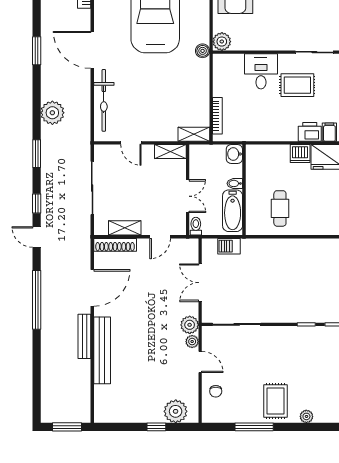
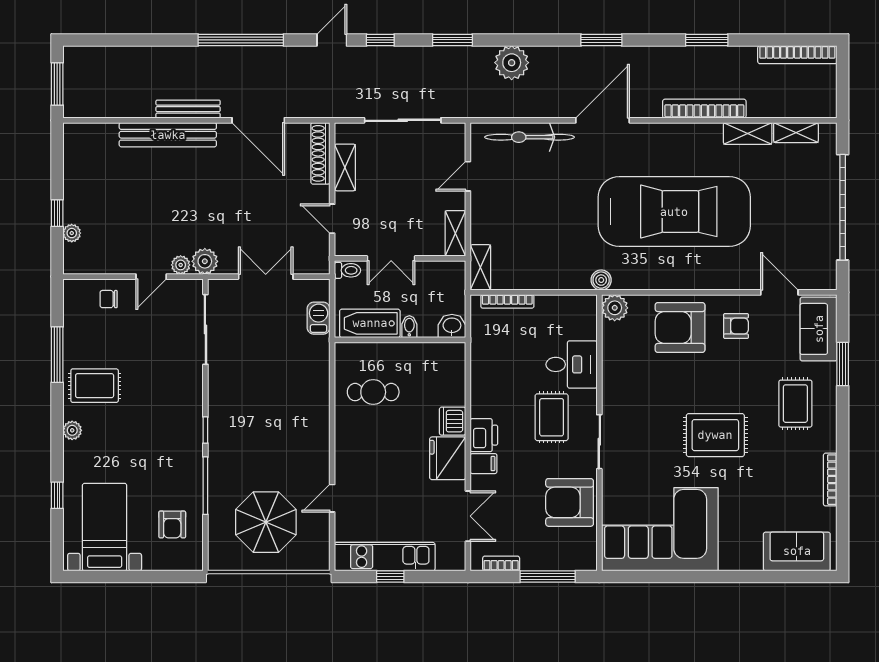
plant: (176, 411) -> (72, 233), width x0.53, depth x0.53

